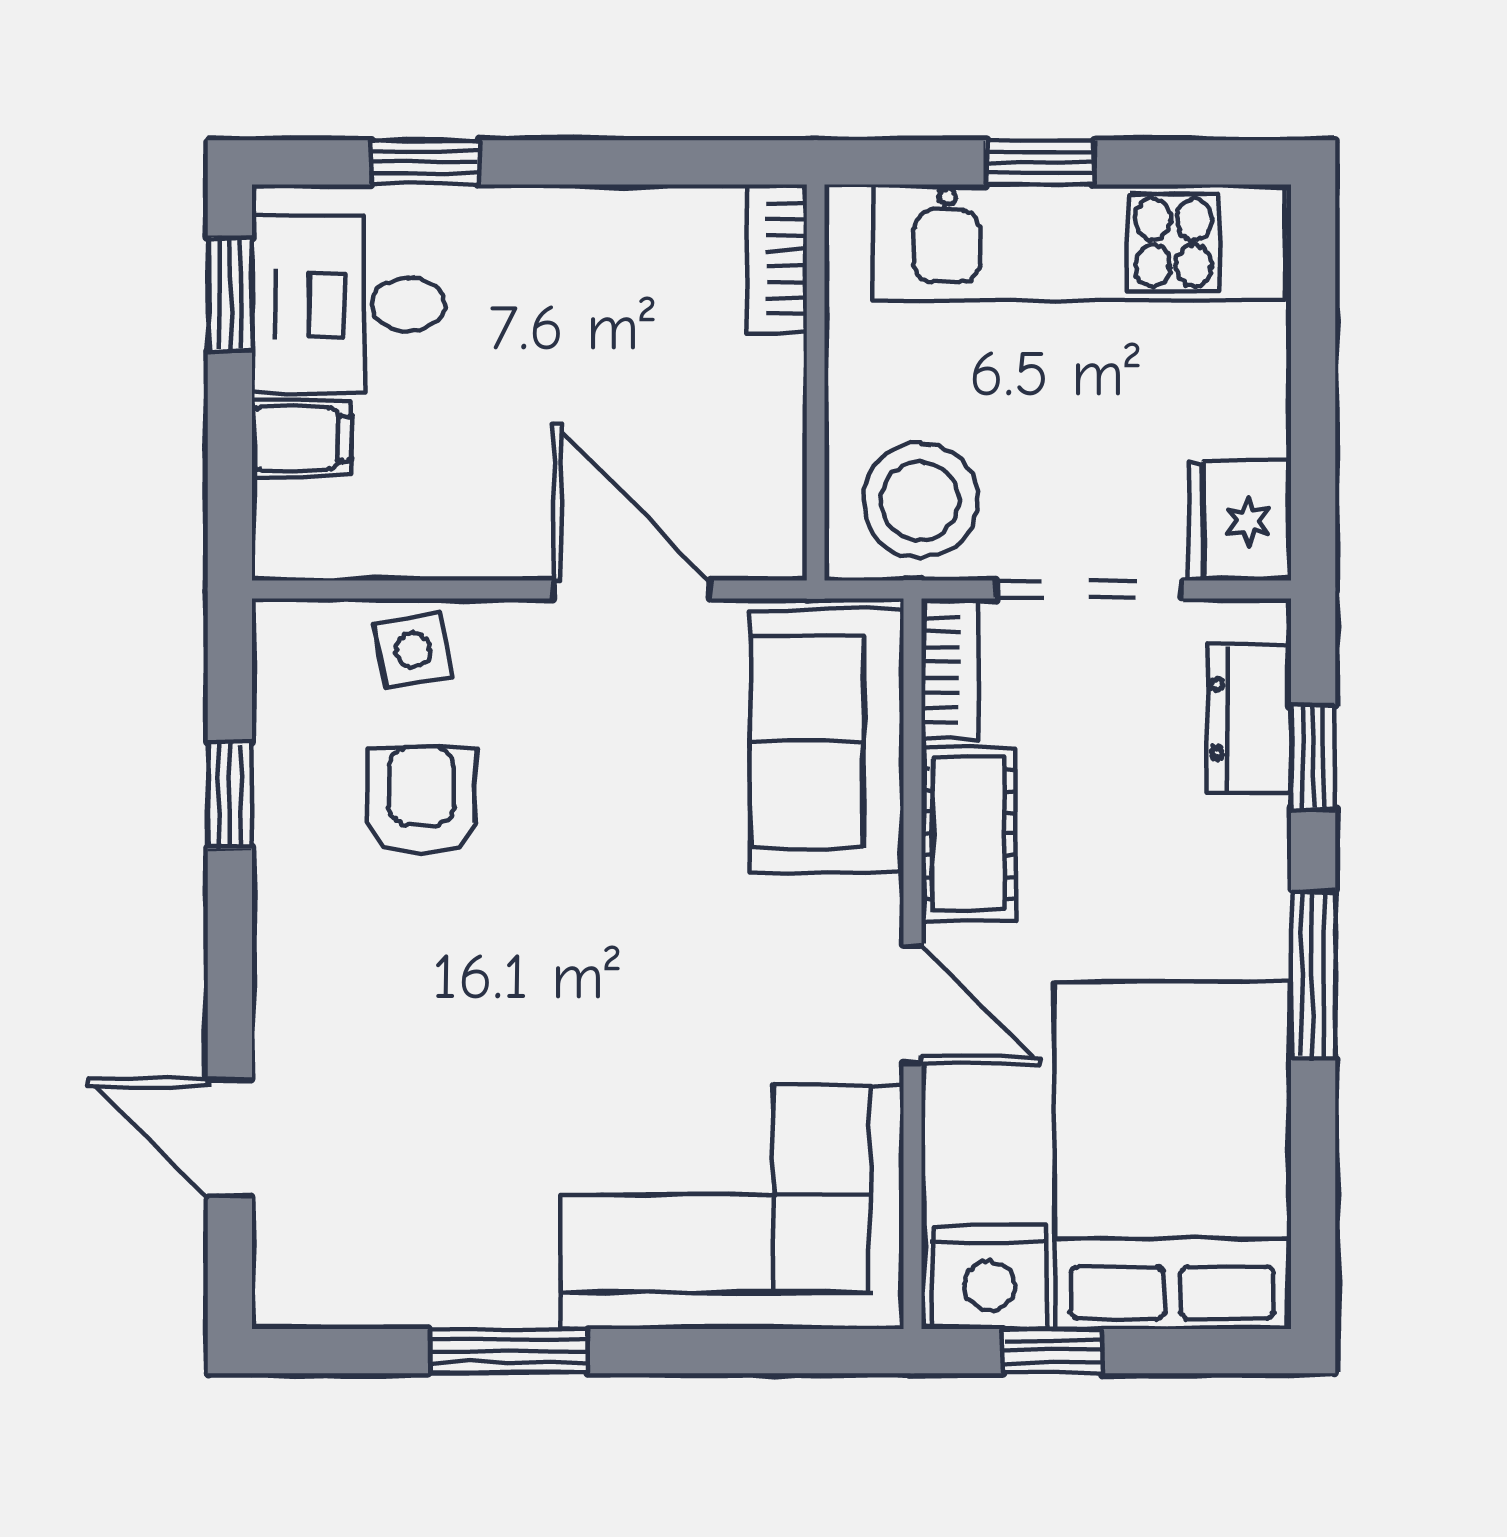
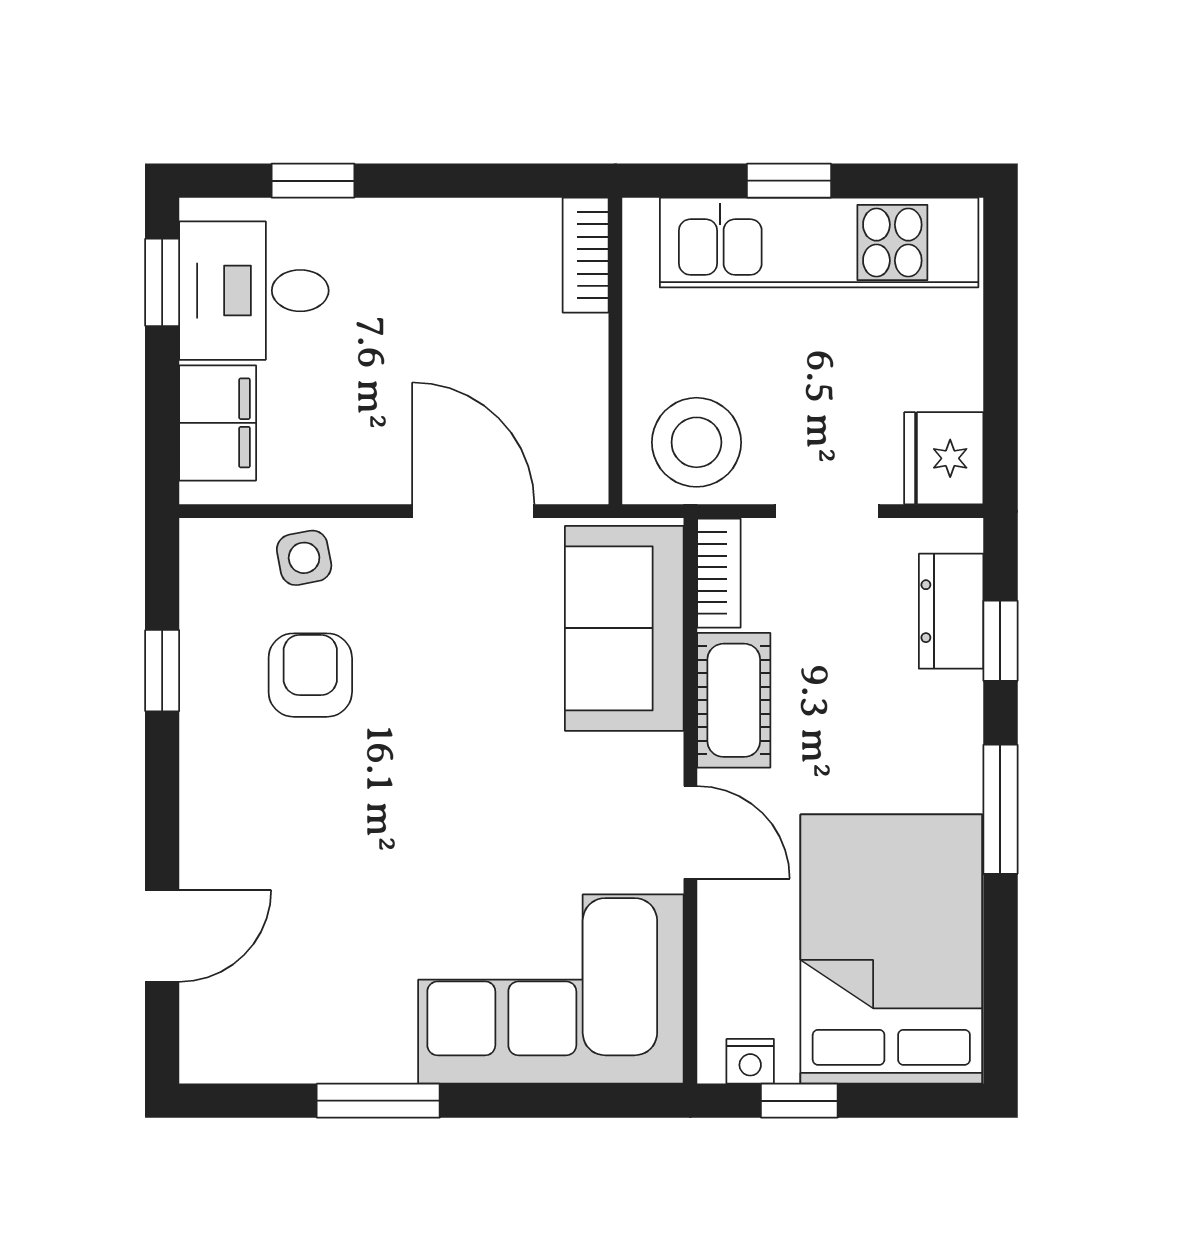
filing cabinet: (302, 438) -> (218, 423), width x2.00
doorway: (1089, 589) -> (827, 511), width x0.73
door: (230, 1138) -> (162, 936), swing flipped
nightstand: (990, 1277) -> (750, 1061), width x0.53, depth x0.56

